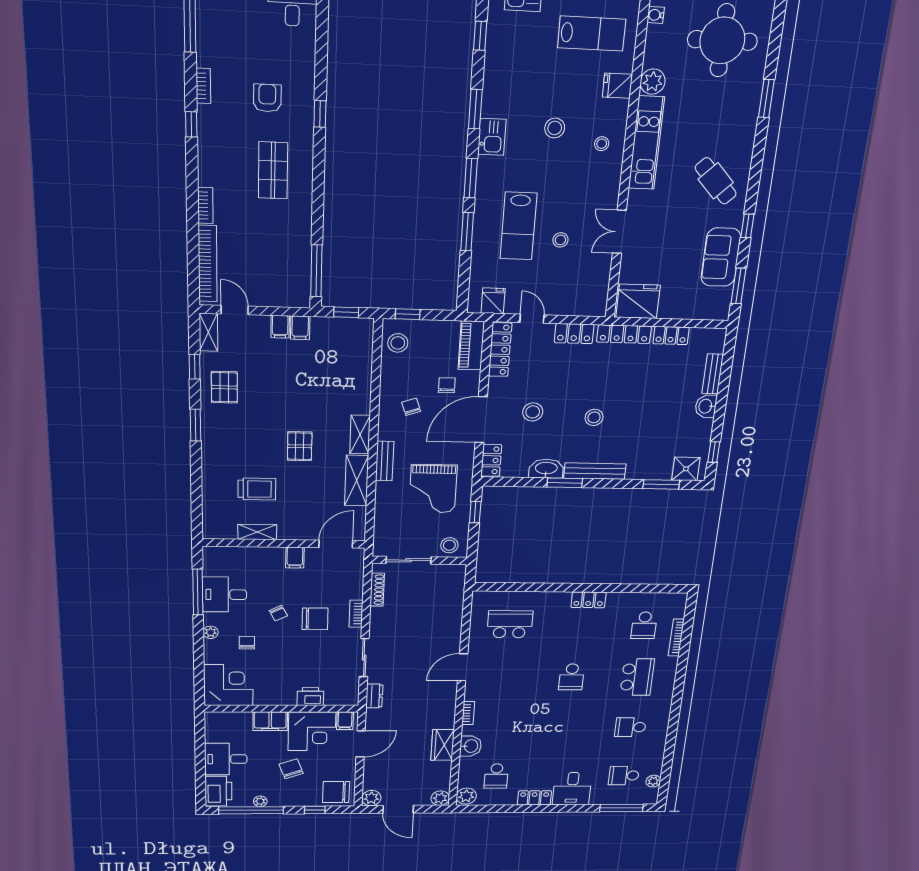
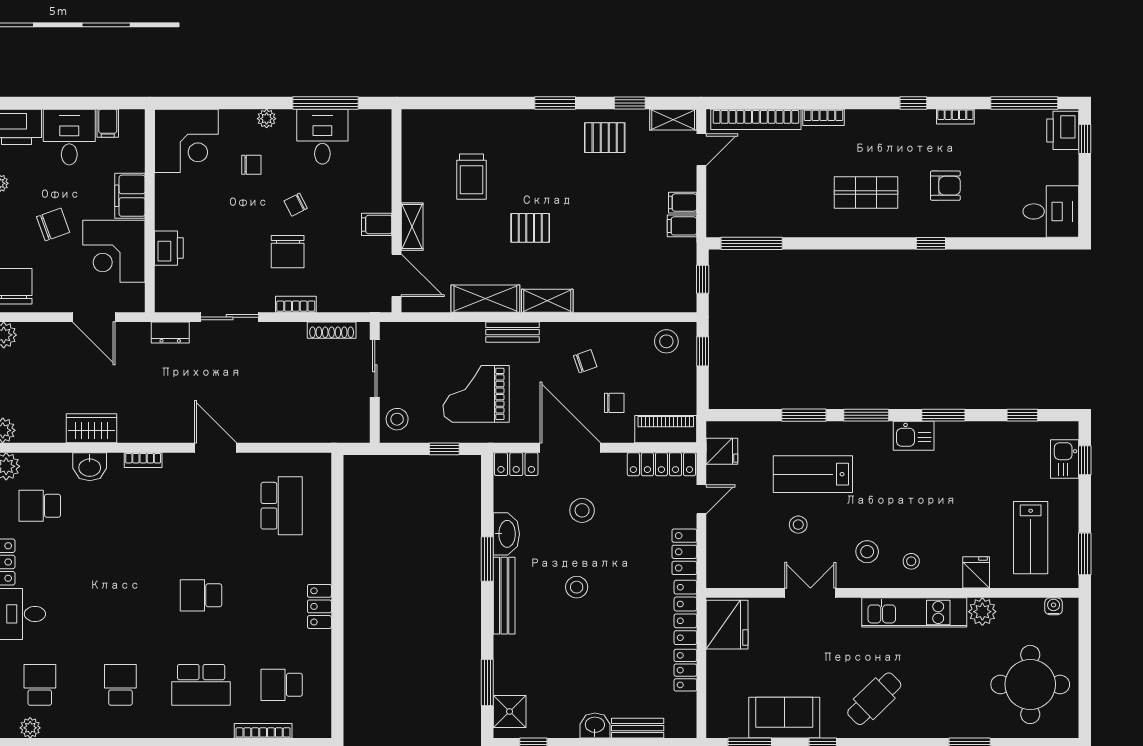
stool: (555, 128) -> (867, 552), moved
shelving: (257, 532) -> (412, 227), moved
filing cabinet: (345, 721) -> (108, 123), moved, turned -90

